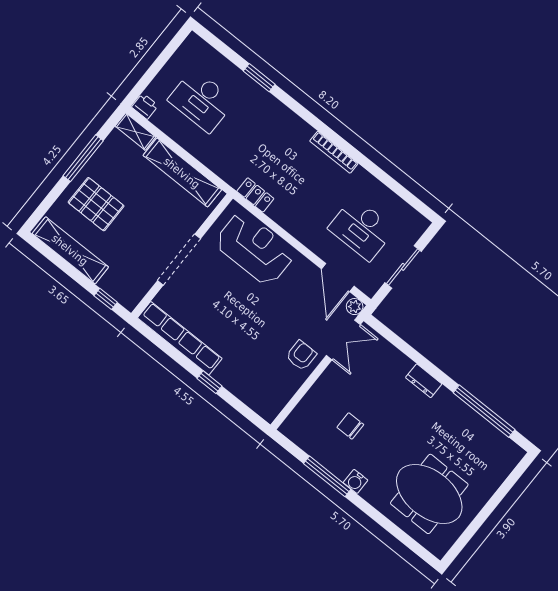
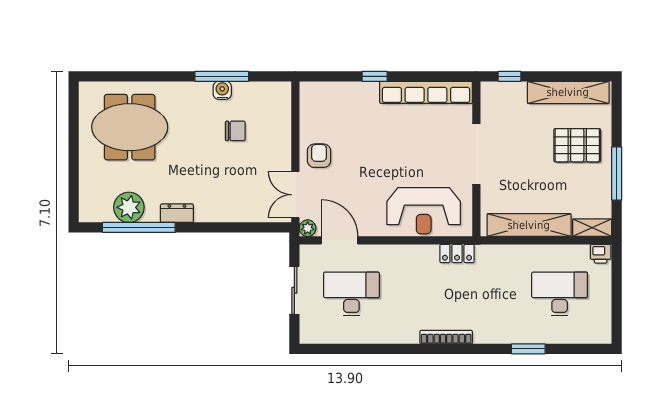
bookcase: (334, 152) -> (446, 337), moved
armchair: (301, 355) -> (319, 156), turned 180
dresser: (424, 381) -> (177, 213), moved
plant: (479, 433) -> (129, 207), added
water cooler: (355, 481) -> (222, 90), moved

